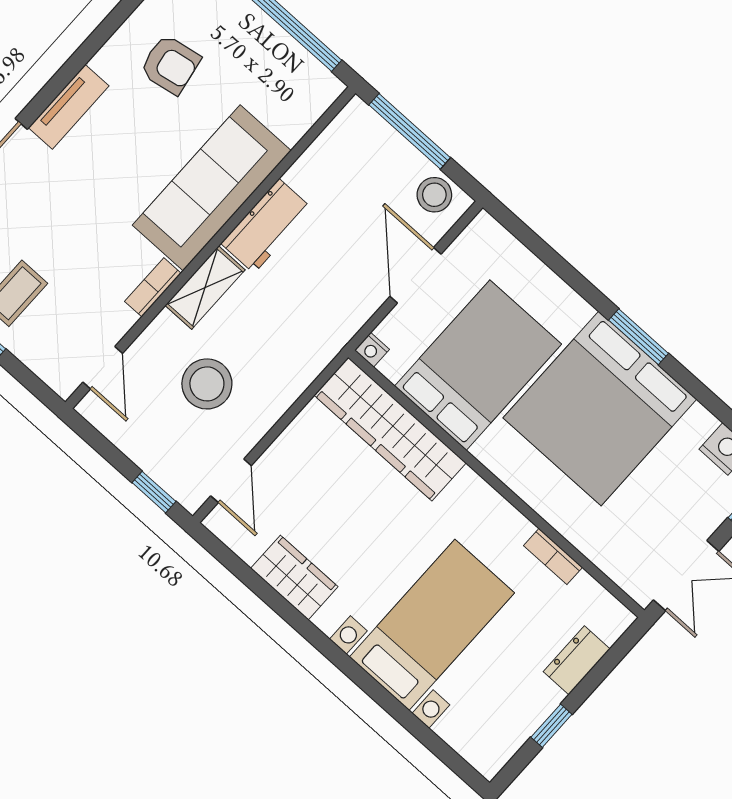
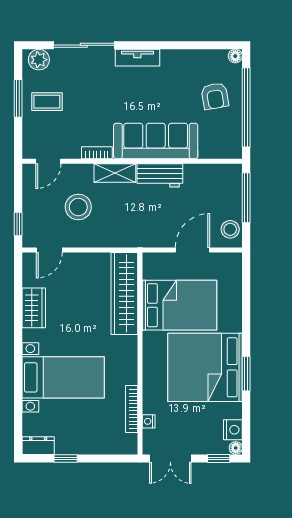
armchair: (170, 65) -> (215, 96), moved
window: (639, 337) -> (246, 374), moved
nightstand: (372, 350) -> (149, 421), moved
bookcase: (553, 556) -> (132, 409), width x1.56
dresser: (577, 660) -> (38, 446), moved

